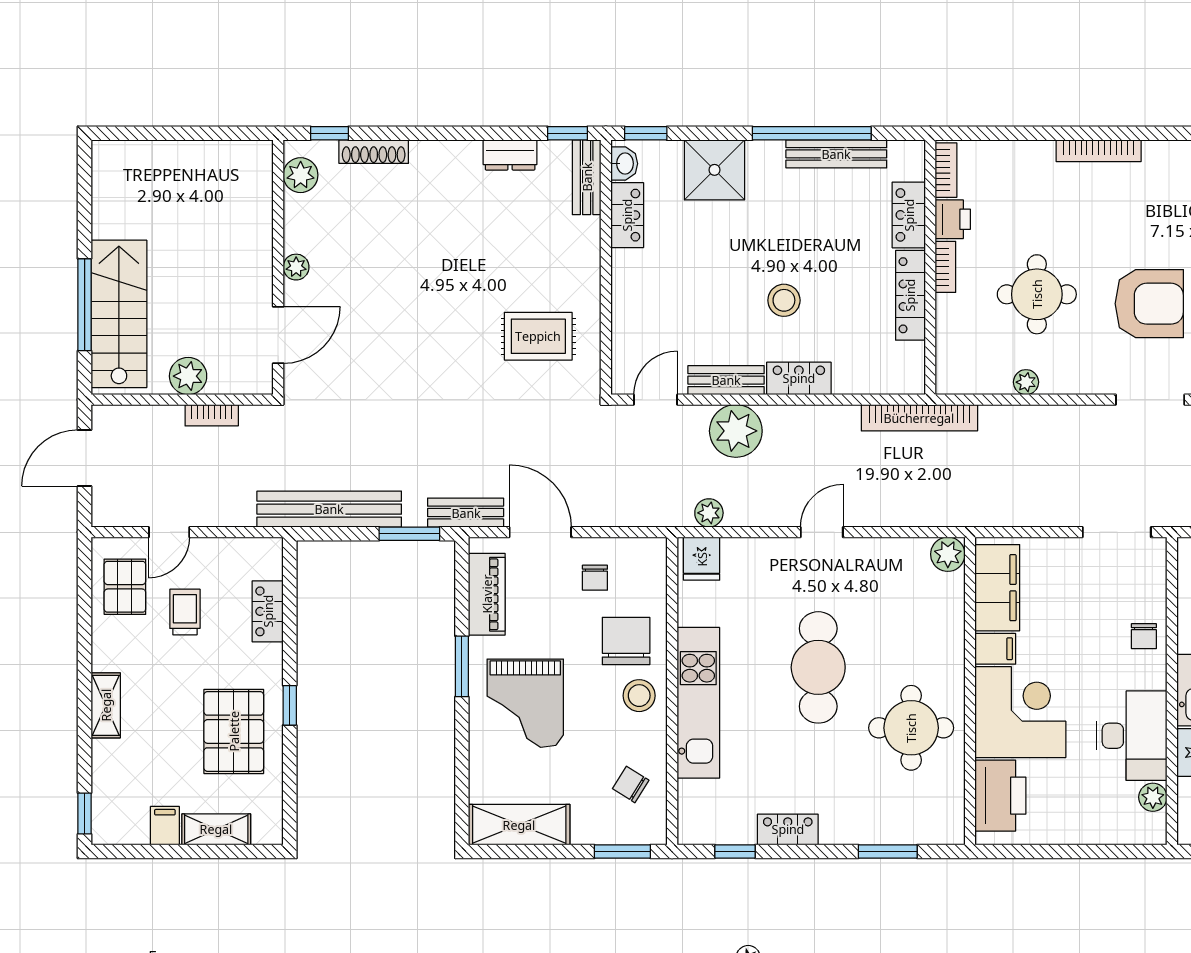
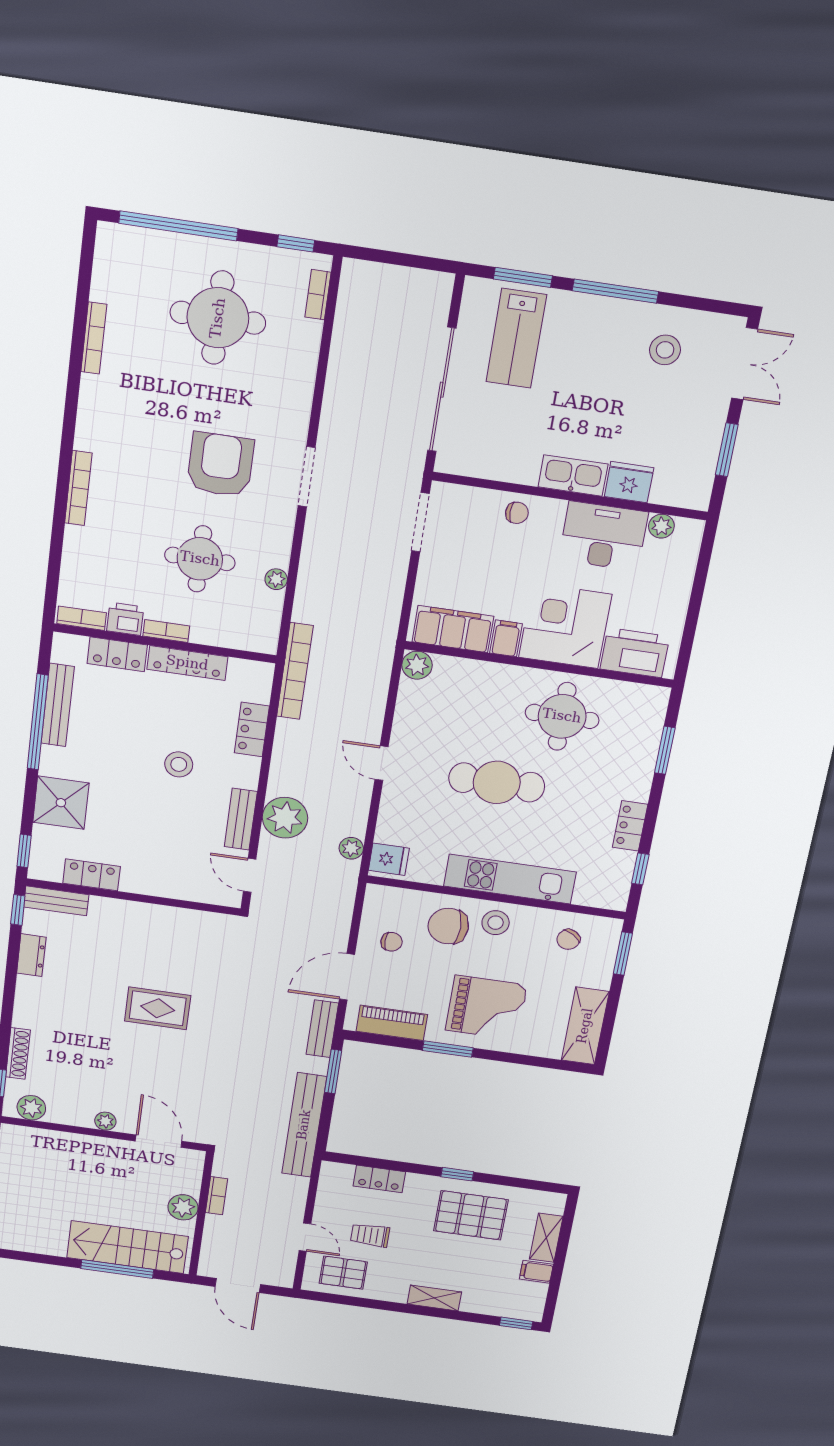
washbasin: (624, 164) -> (48, 871), removed
rug: (538, 336) -> (158, 1008), moved, turned 90
locker: (799, 378) -> (252, 730), moved

